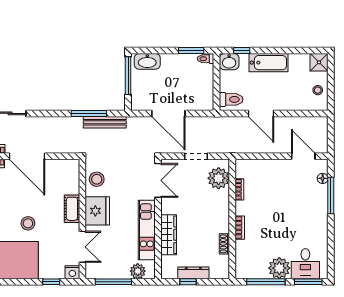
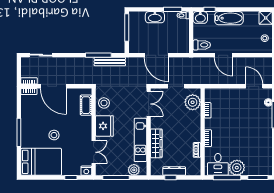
washbasin: (147, 61) -> (155, 17), moved
cot: (72, 209) -> (86, 105), moved
desk: (305, 264) -> (218, 164), moved

